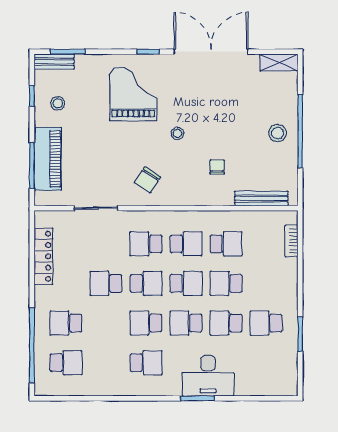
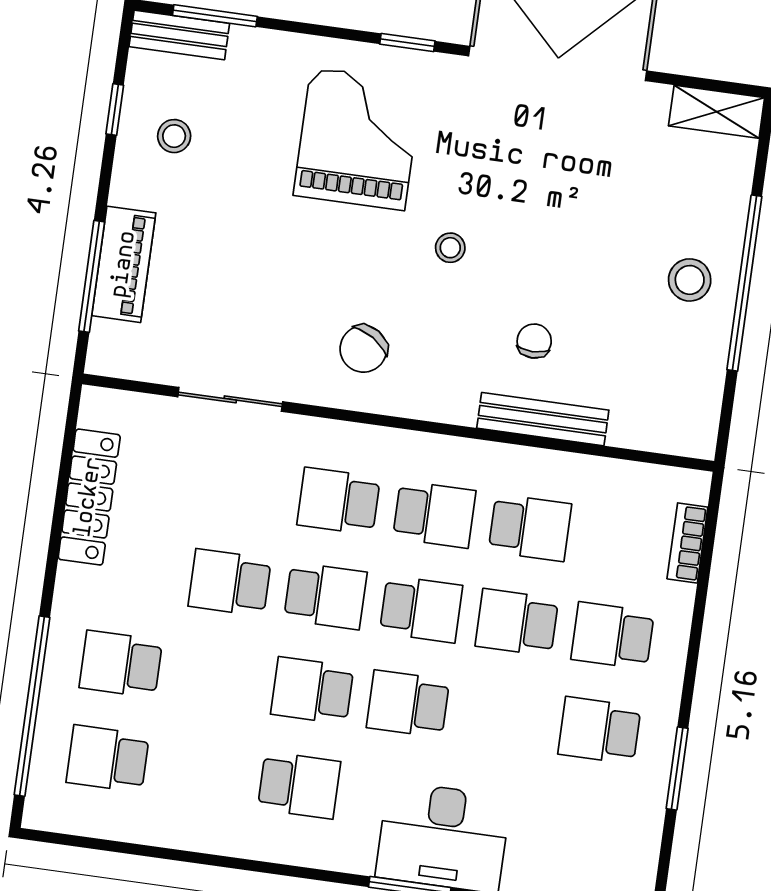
piano: (48, 159) -> (124, 264), width x0.73, depth x0.75
bench: (261, 199) -> (543, 419), moved
school desk: (226, 323) -> (613, 636), moved
school desk: (66, 363) -> (108, 759), turned 180

